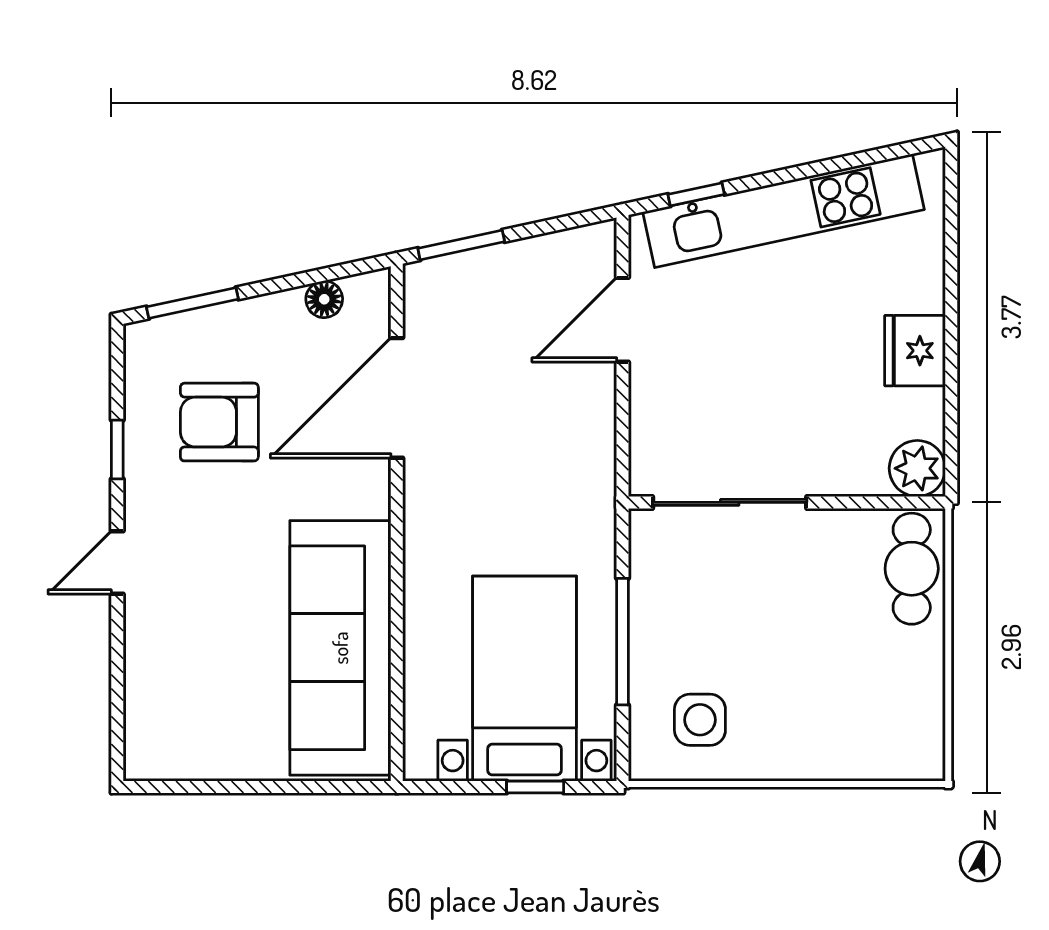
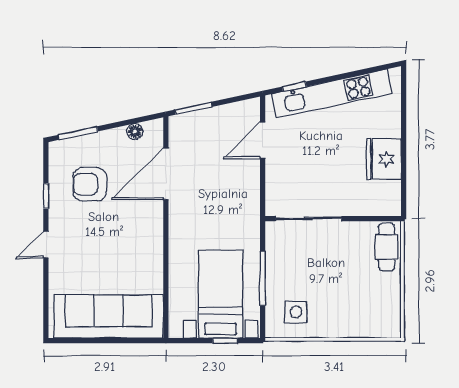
fridge: (915, 351) -> (384, 159), width x1.36, depth x1.34
plant: (917, 468) -> (389, 204), removed
sofa: (340, 648) -> (109, 316), moved, turned 90

